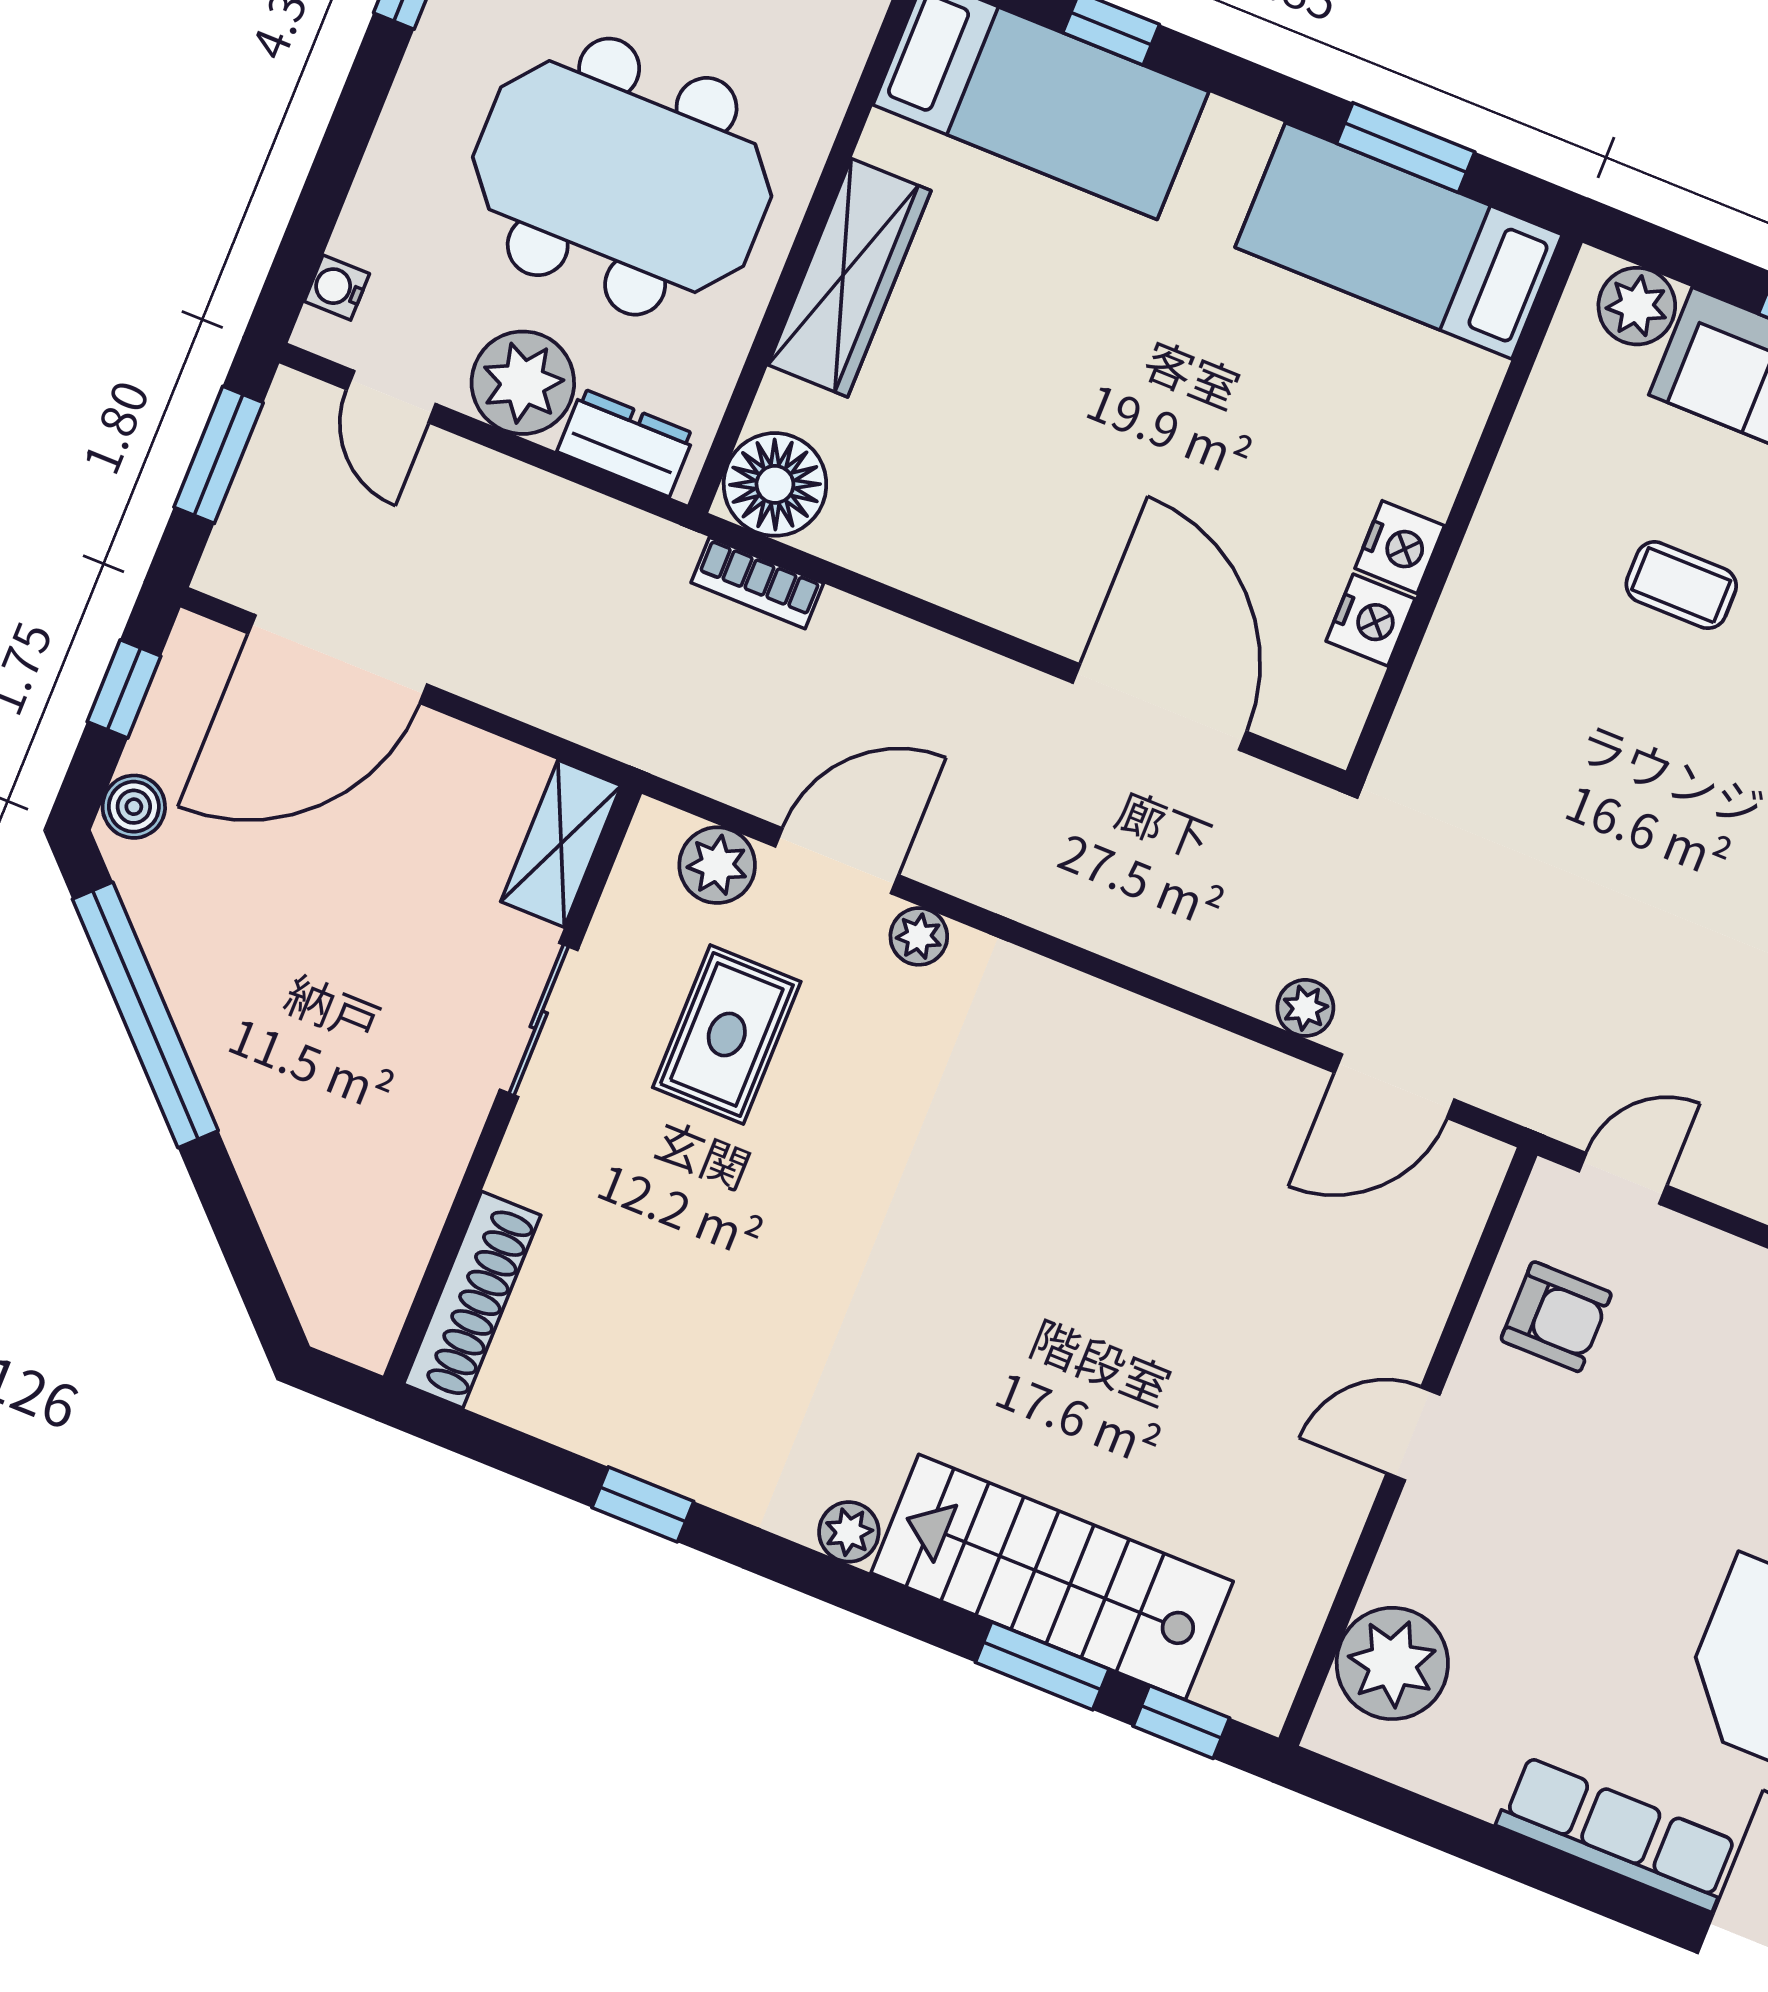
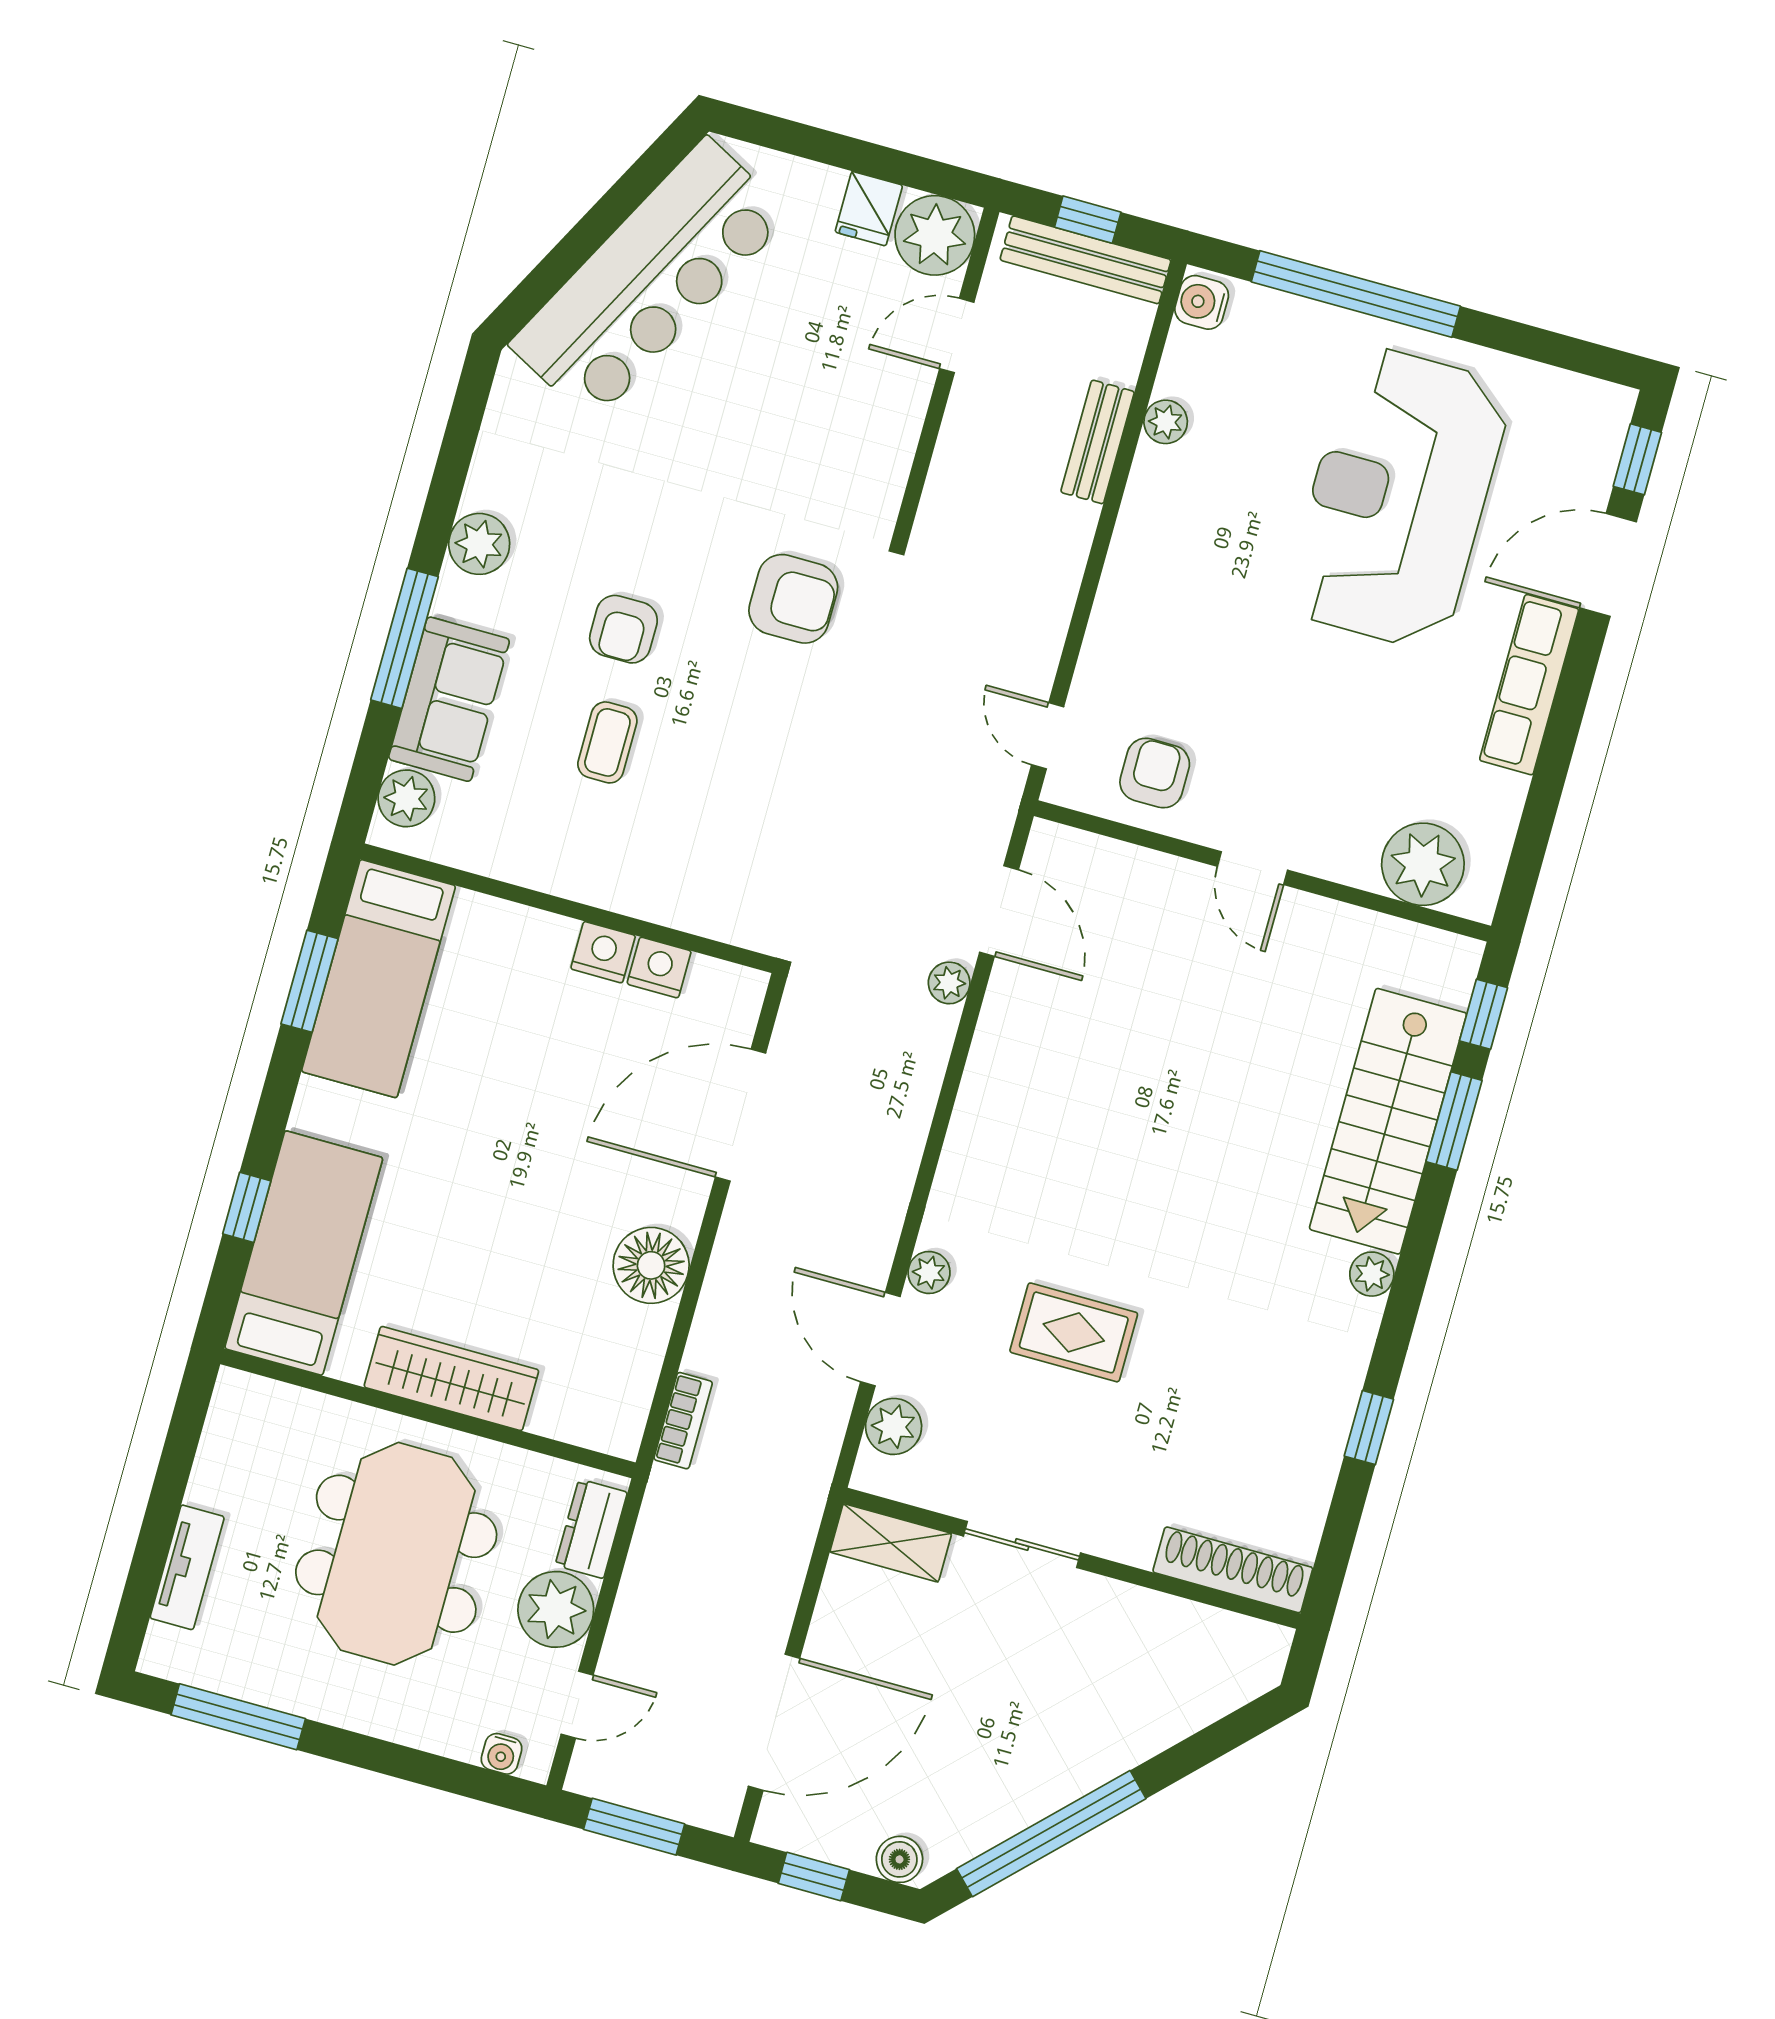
floor lamp: (775, 484) -> (651, 1265), moved
door: (338, 659) -> (774, 1722), hinge flipped
rug: (727, 1035) -> (1074, 1332), moved

